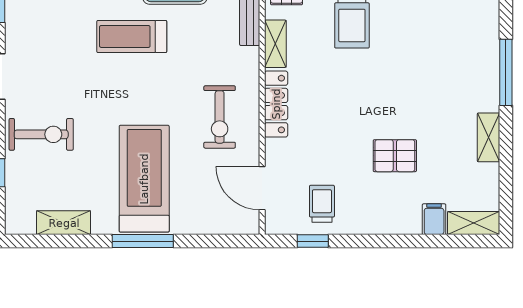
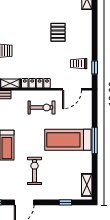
exercise bike: (41, 134) -> (34, 171), moved
filing cabinet: (434, 219) -> (85, 16), removed
shelving: (64, 223) -> (87, 185), moved

